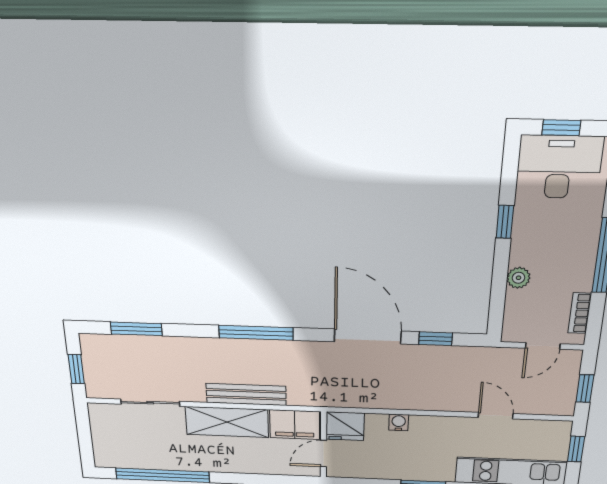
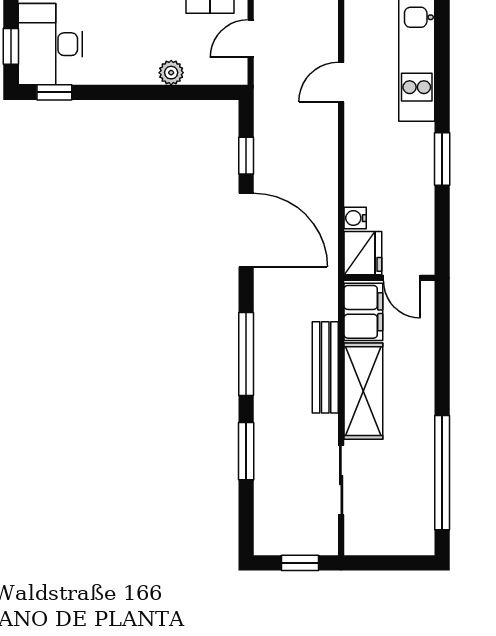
window: (505, 222) -> (54, 92), moved
window: (136, 329) -> (246, 451), moved
door: (368, 336) -> (246, 230), swing flipped
door: (543, 346) -> (251, 39), swing flipped
water cooler: (399, 422) -> (355, 218), moved

